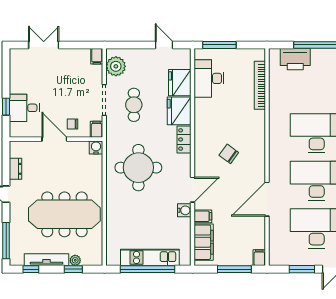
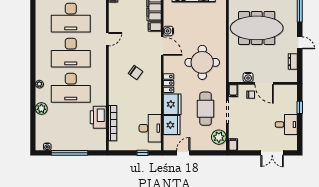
door: (164, 45) -> (183, 153), swing flipped
window: (219, 45) -> (142, 153), width x0.46
printer: (295, 59) -> (98, 117), moved, turned -90
cafe table: (134, 105) -> (206, 109), width x1.37, depth x1.35
desk: (24, 108) -> (286, 124), moved
water cooler: (96, 147) -> (248, 77), moved
door: (193, 190) -> (162, 46), swing flipped
door: (267, 199) -> (107, 39), width x0.53

